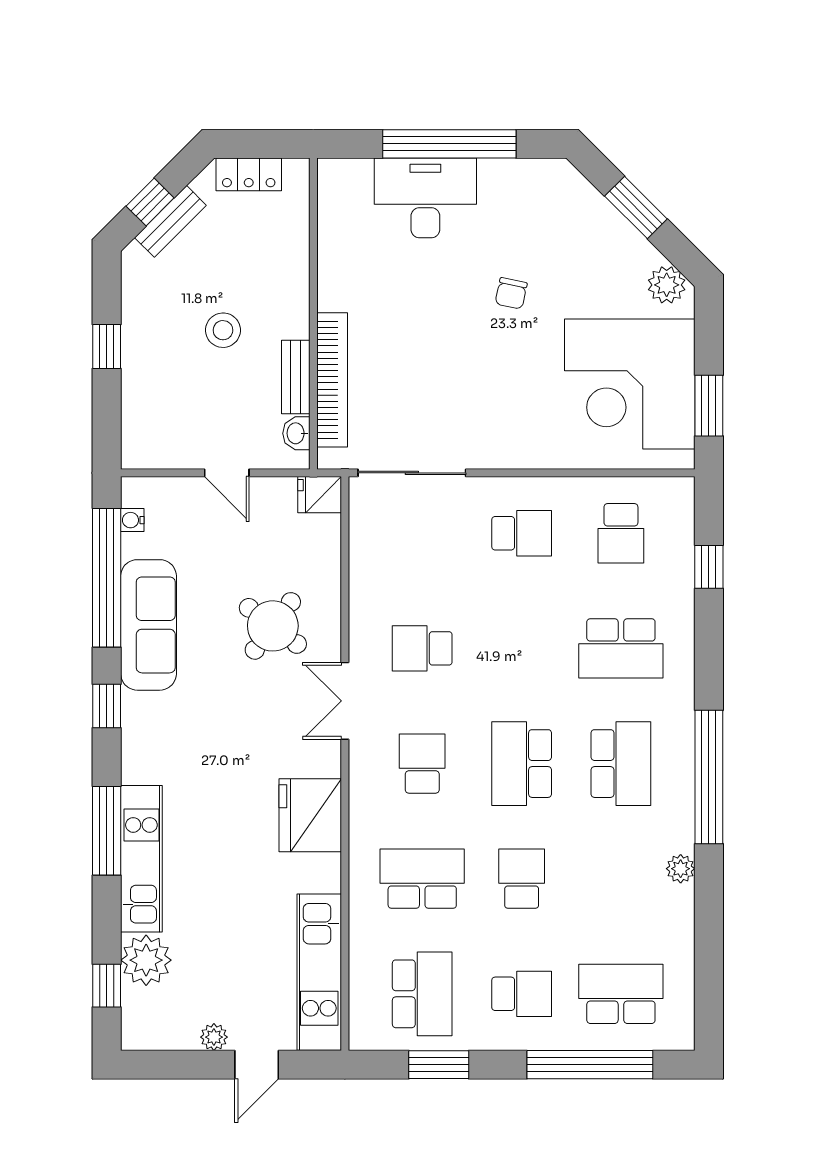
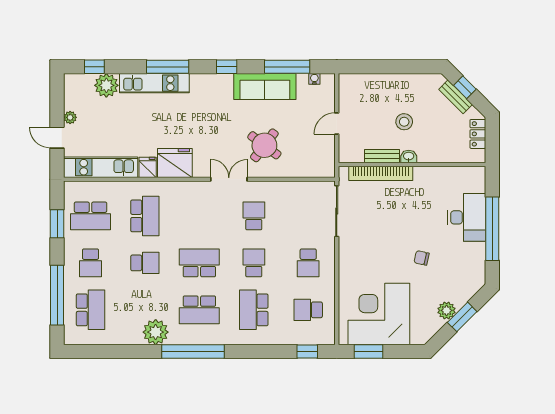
plant: (667, 285) -> (447, 310), moved
window: (107, 346) -> (396, 67), removed
washbasin: (296, 433) -> (409, 156), moved
fridge: (320, 495) -> (148, 167), moved
window: (709, 567) -> (307, 351), moved
window: (107, 578) -> (287, 67), width x0.68
school desk: (422, 764) -> (254, 263), moved, turned -90
plant: (681, 869) -> (156, 332), width x1.87, depth x1.87

